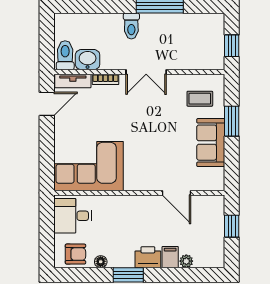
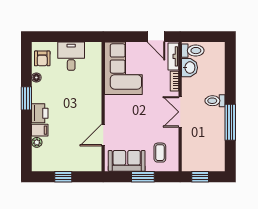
corner sofa: (88, 166) -> (123, 68), moved
wall: (139, 193) -> (103, 107), moved
door: (176, 193) -> (103, 135), moved

